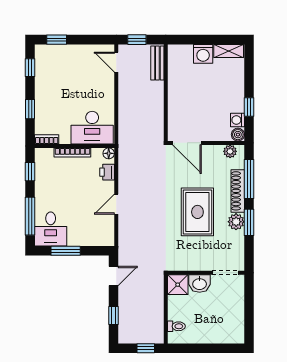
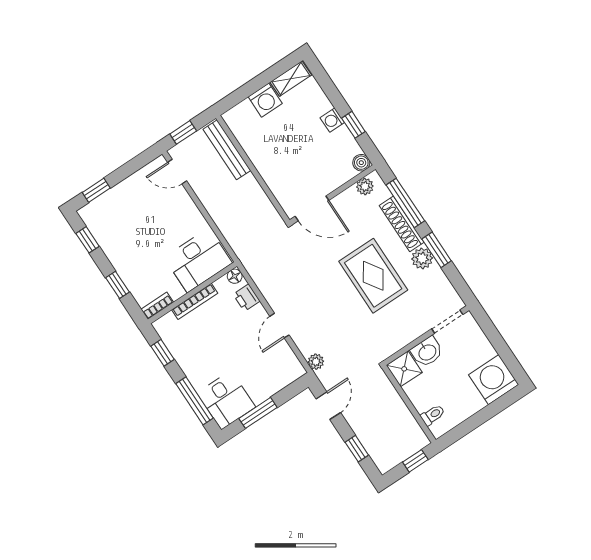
bench: (157, 63) -> (227, 150), width x1.36
washing machine: (237, 120) -> (332, 120), moved
plant: (124, 243) -> (316, 362), added
washing machine: (230, 330) -> (494, 380), added

